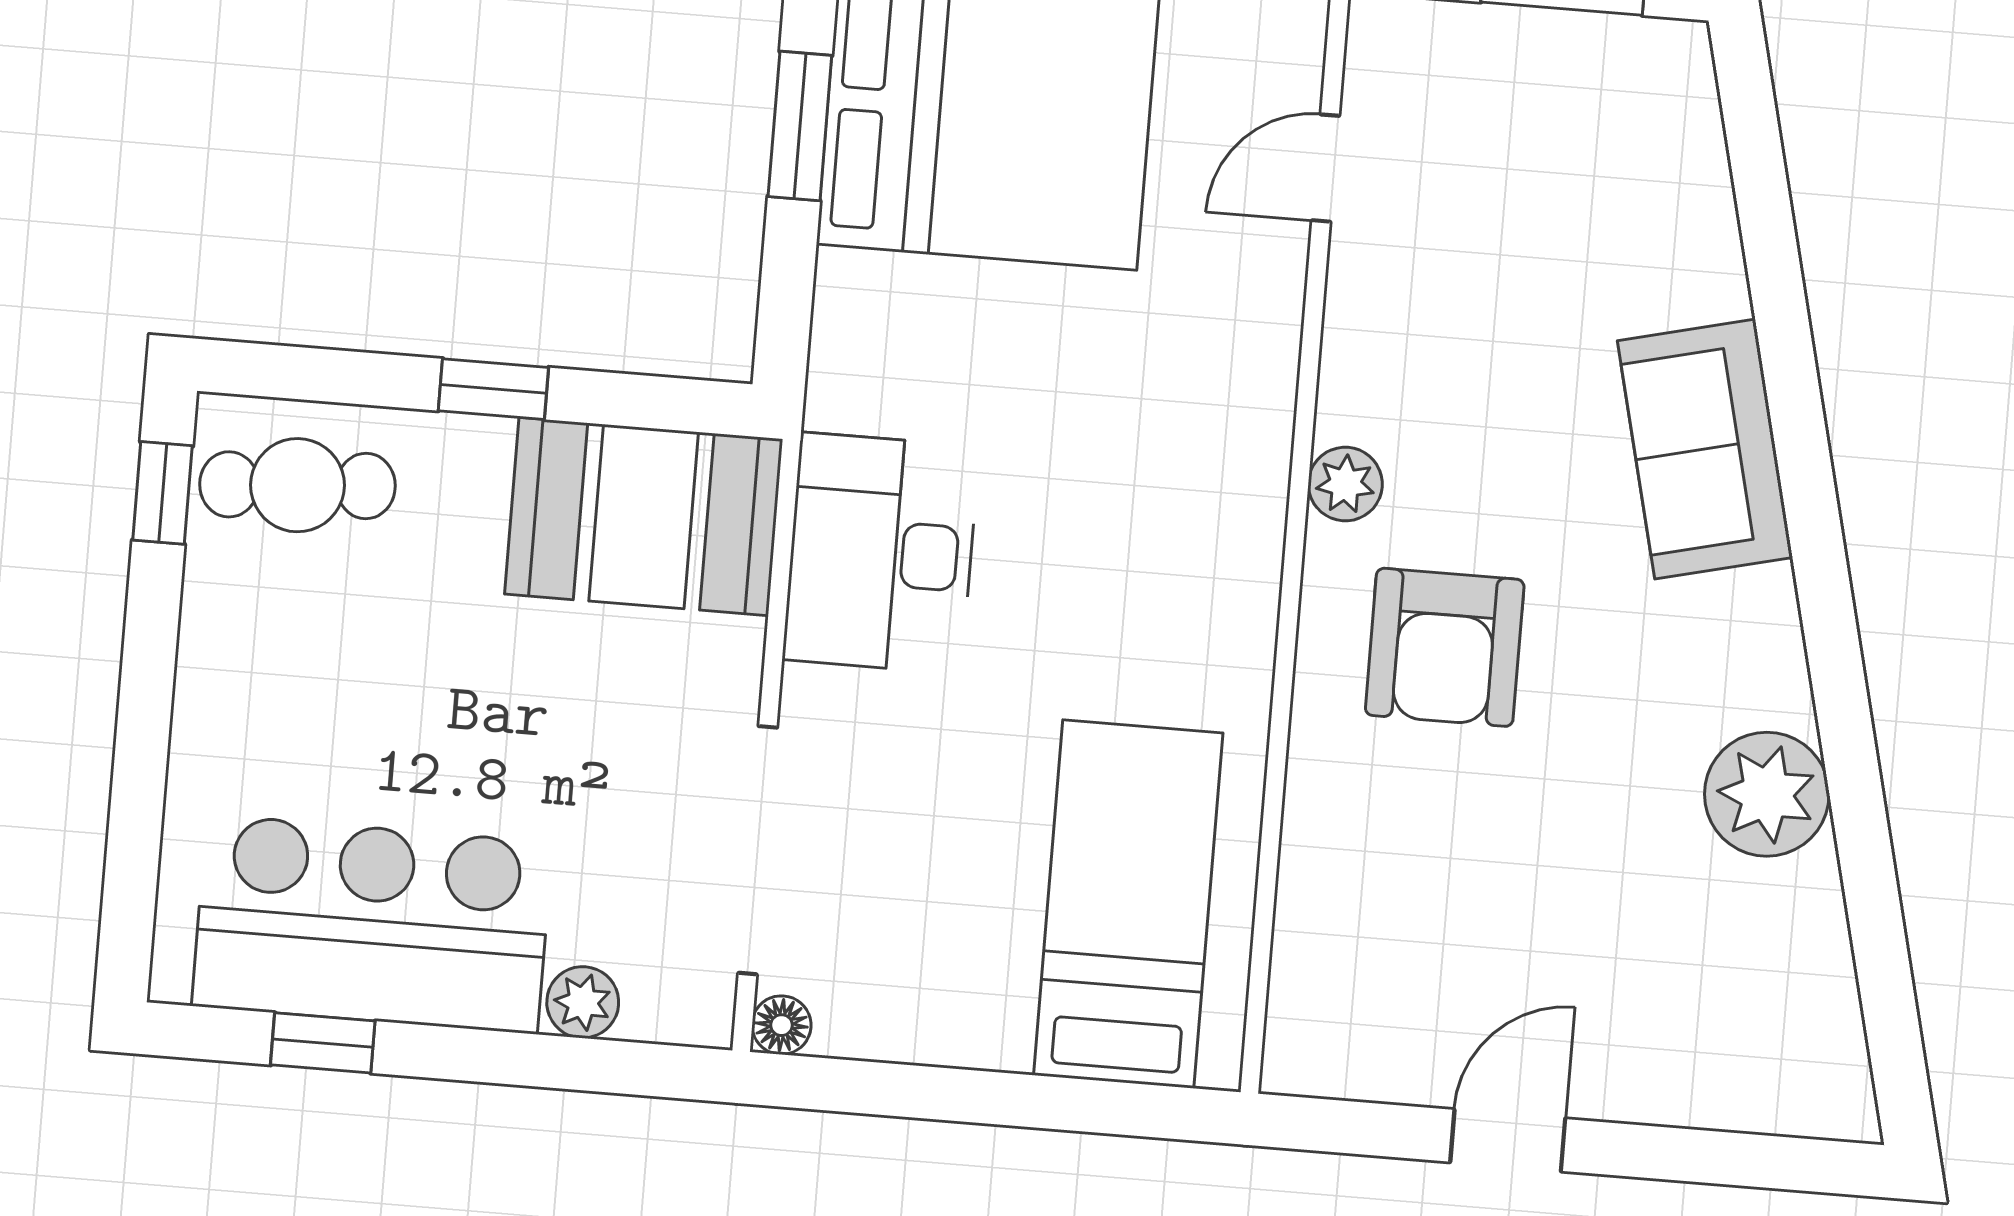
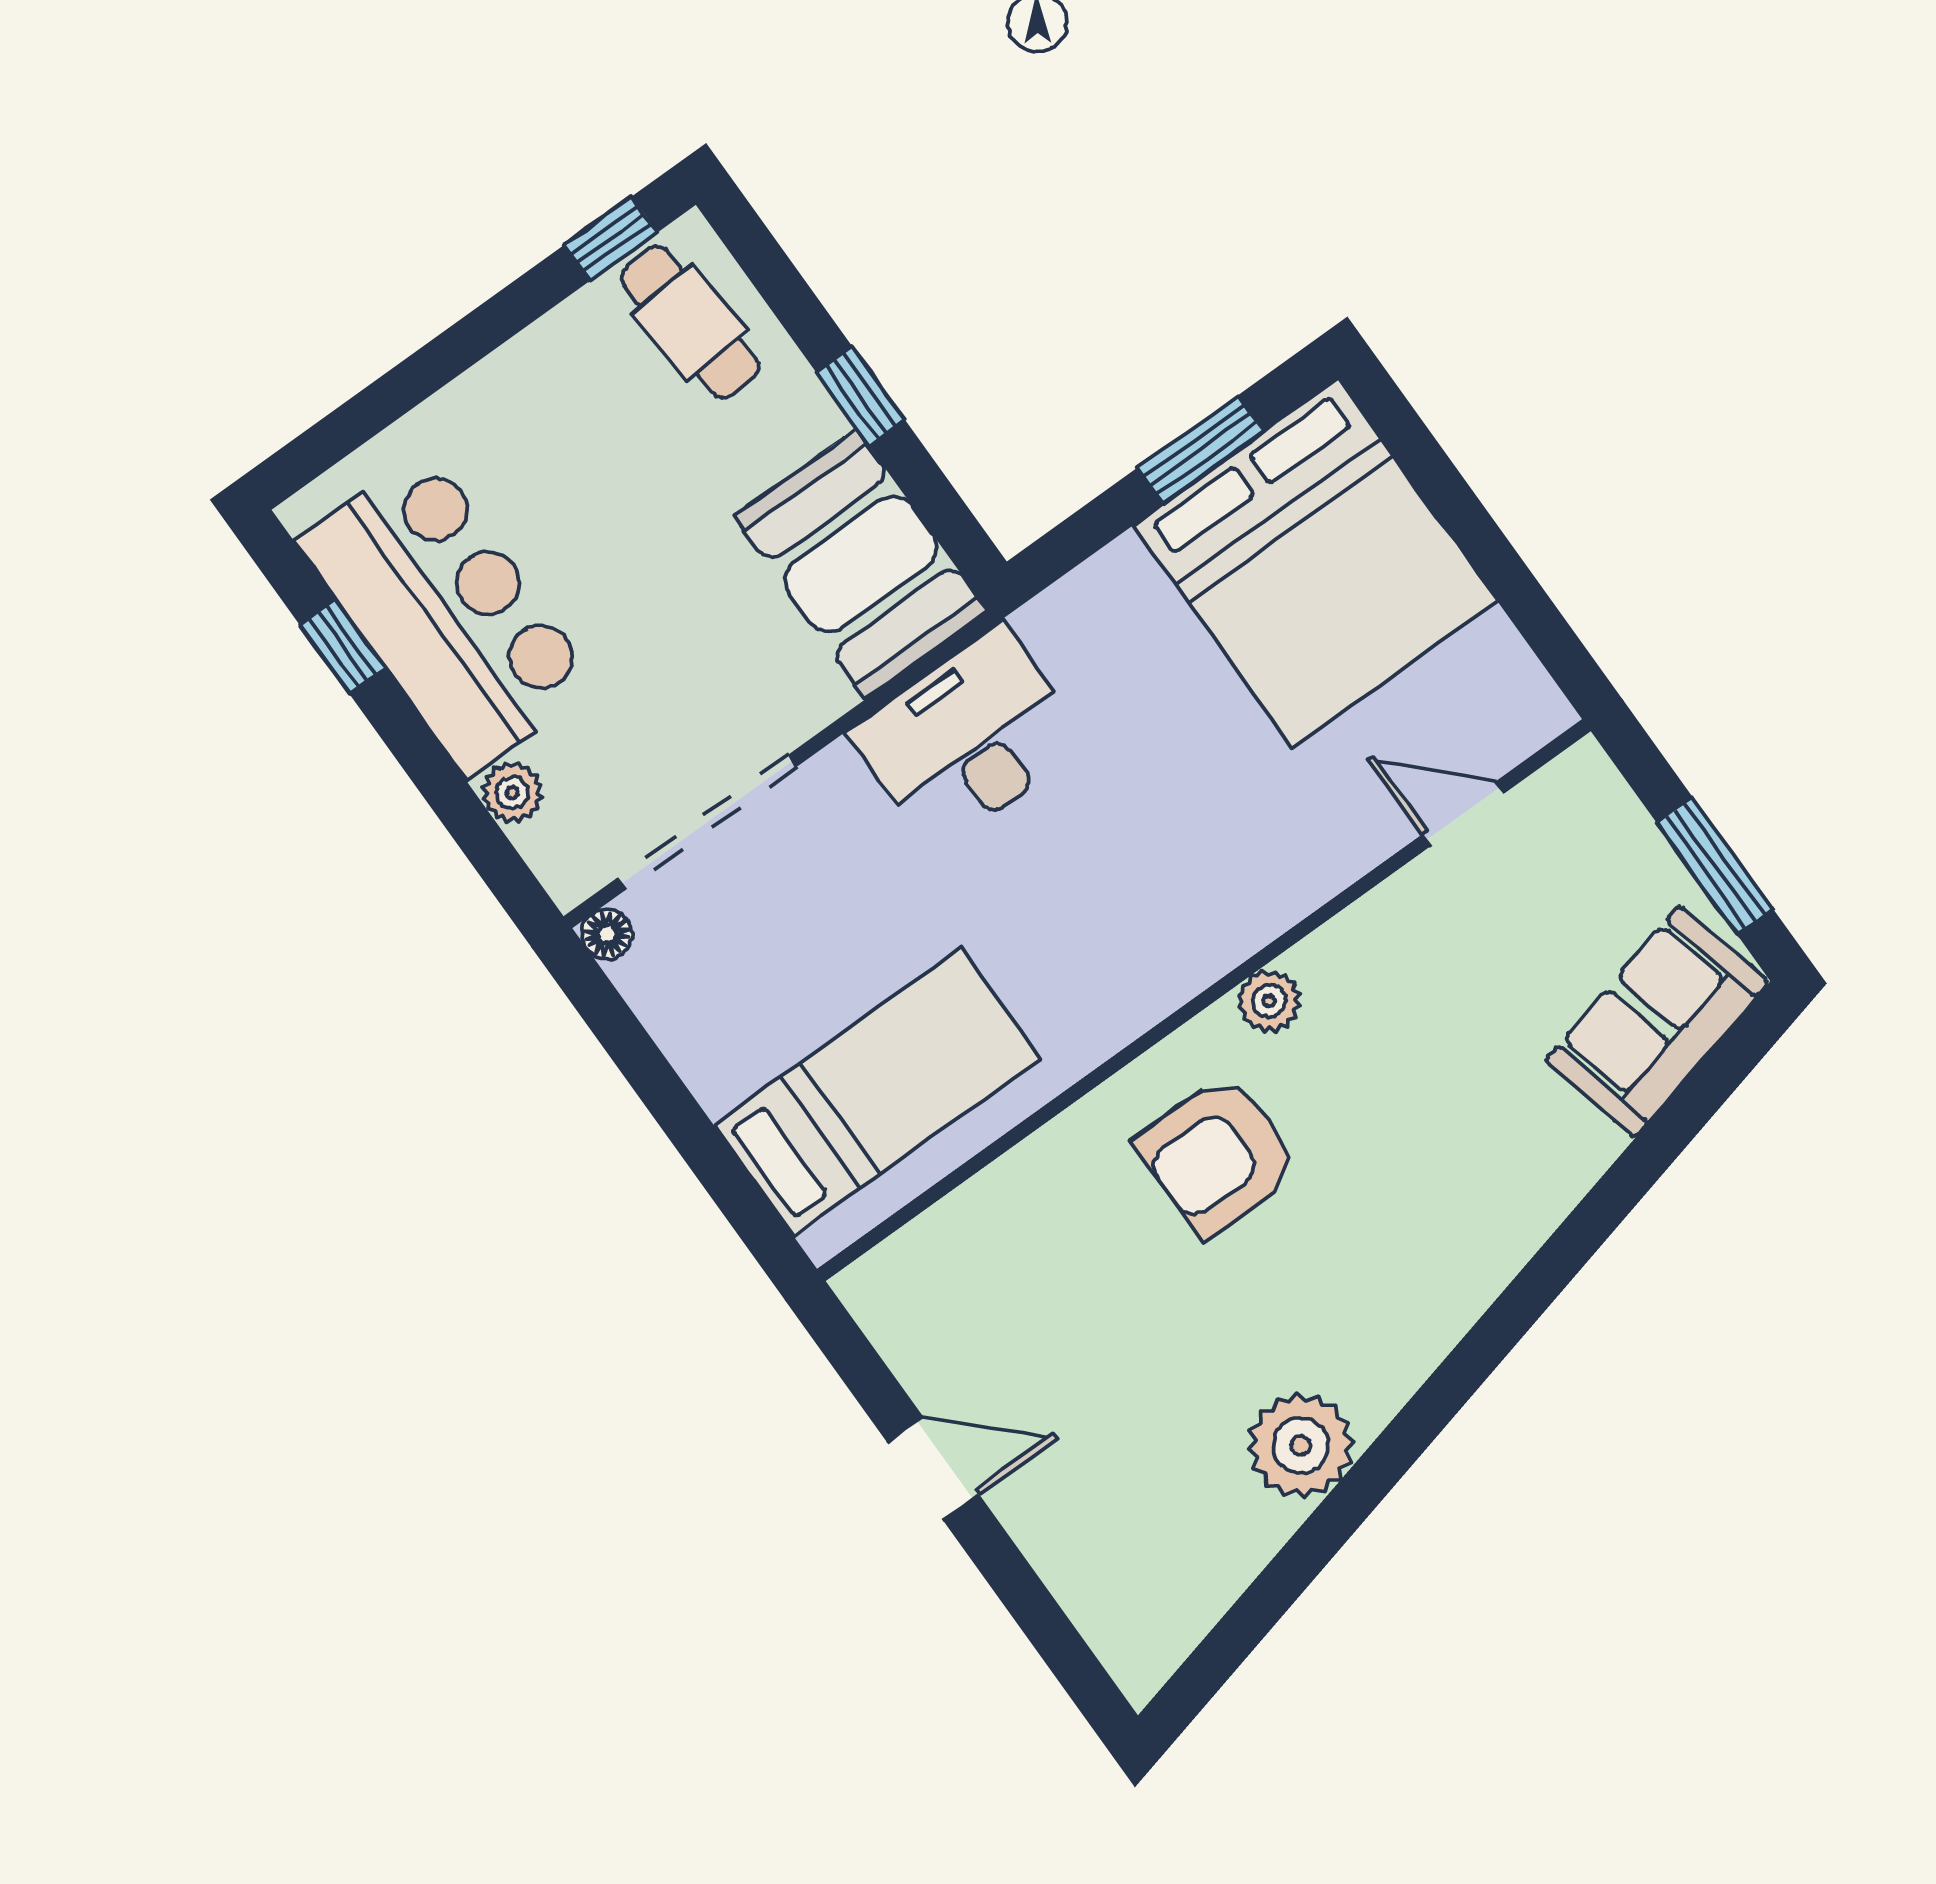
sofa: (1705, 449) -> (1657, 1021), moved

